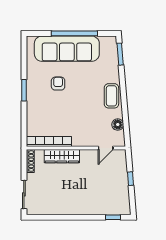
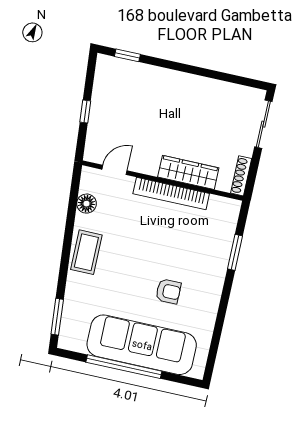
armchair: (58, 84) -> (168, 291), turned -90
window: (24, 90) -> (235, 252), moved
bookcase: (49, 141) -> (171, 194), moved

